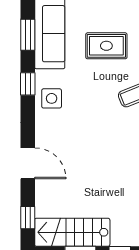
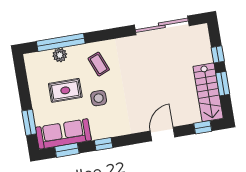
rug: (106, 46) -> (65, 90), turned 90
side table: (52, 98) -> (99, 98), moved

